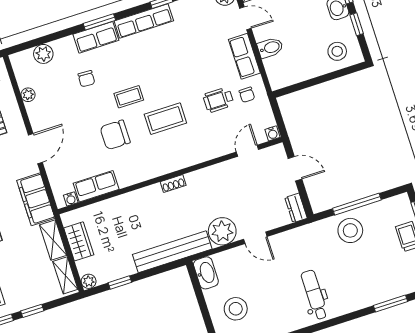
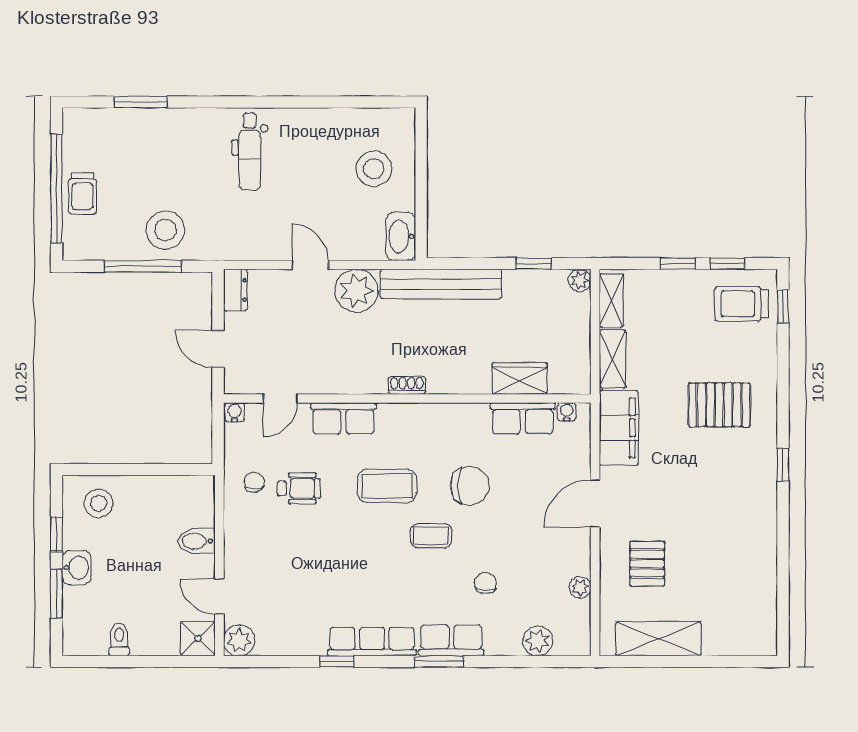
row of seats: (244, 56) -> (343, 418), moved, turned 90
wardrobe: (79, 241) -> (520, 378), moved, turned 90

